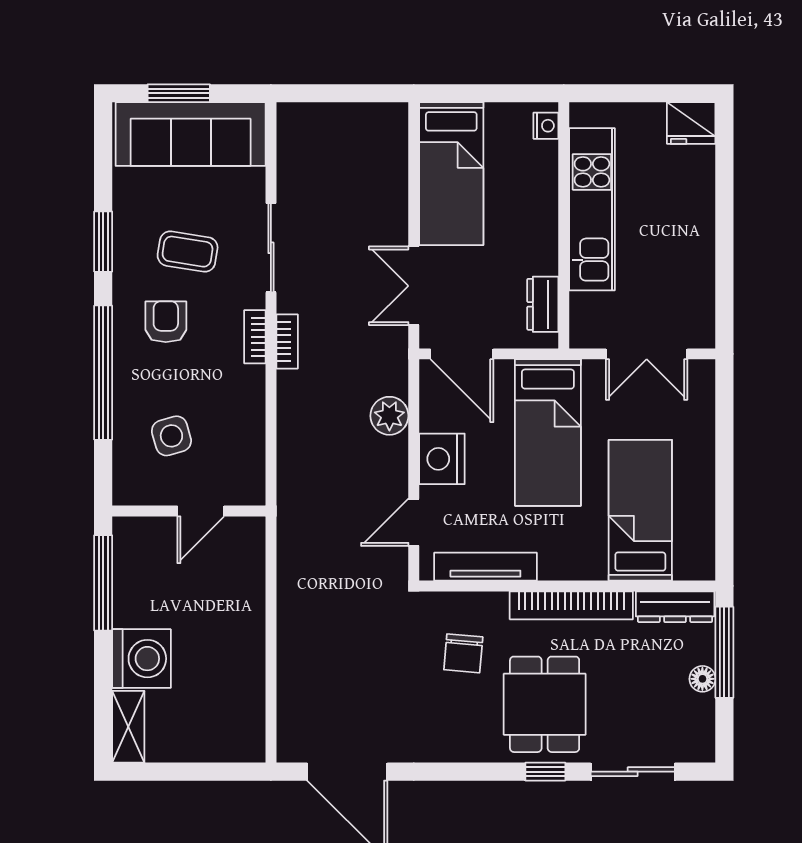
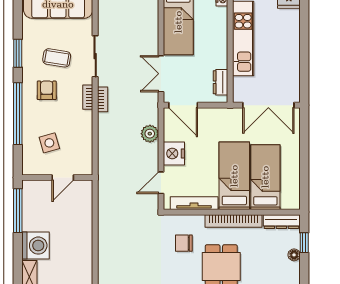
double door: (647, 354) -> (268, 105), width x1.37
bed: (548, 433) -> (234, 176), moved, turned 180
window: (724, 652) -> (304, 243), width x0.46
chair: (463, 653) -> (184, 243), turned 85

